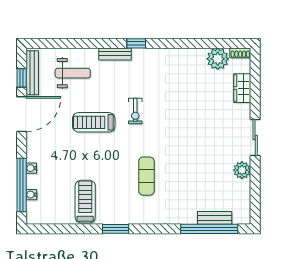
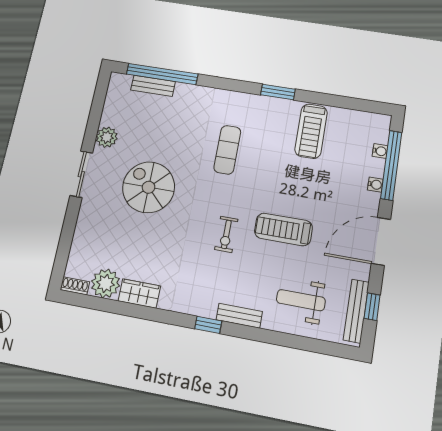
wardrobe: (242, 88) -> (139, 293), moved, turned -90
exercise bike: (135, 111) -> (226, 234), turned 180
door: (22, 114) -> (381, 241), moved
treadmill: (94, 122) -> (283, 229), turned 180
spiral stairs: (201, 136) -> (149, 187), added

